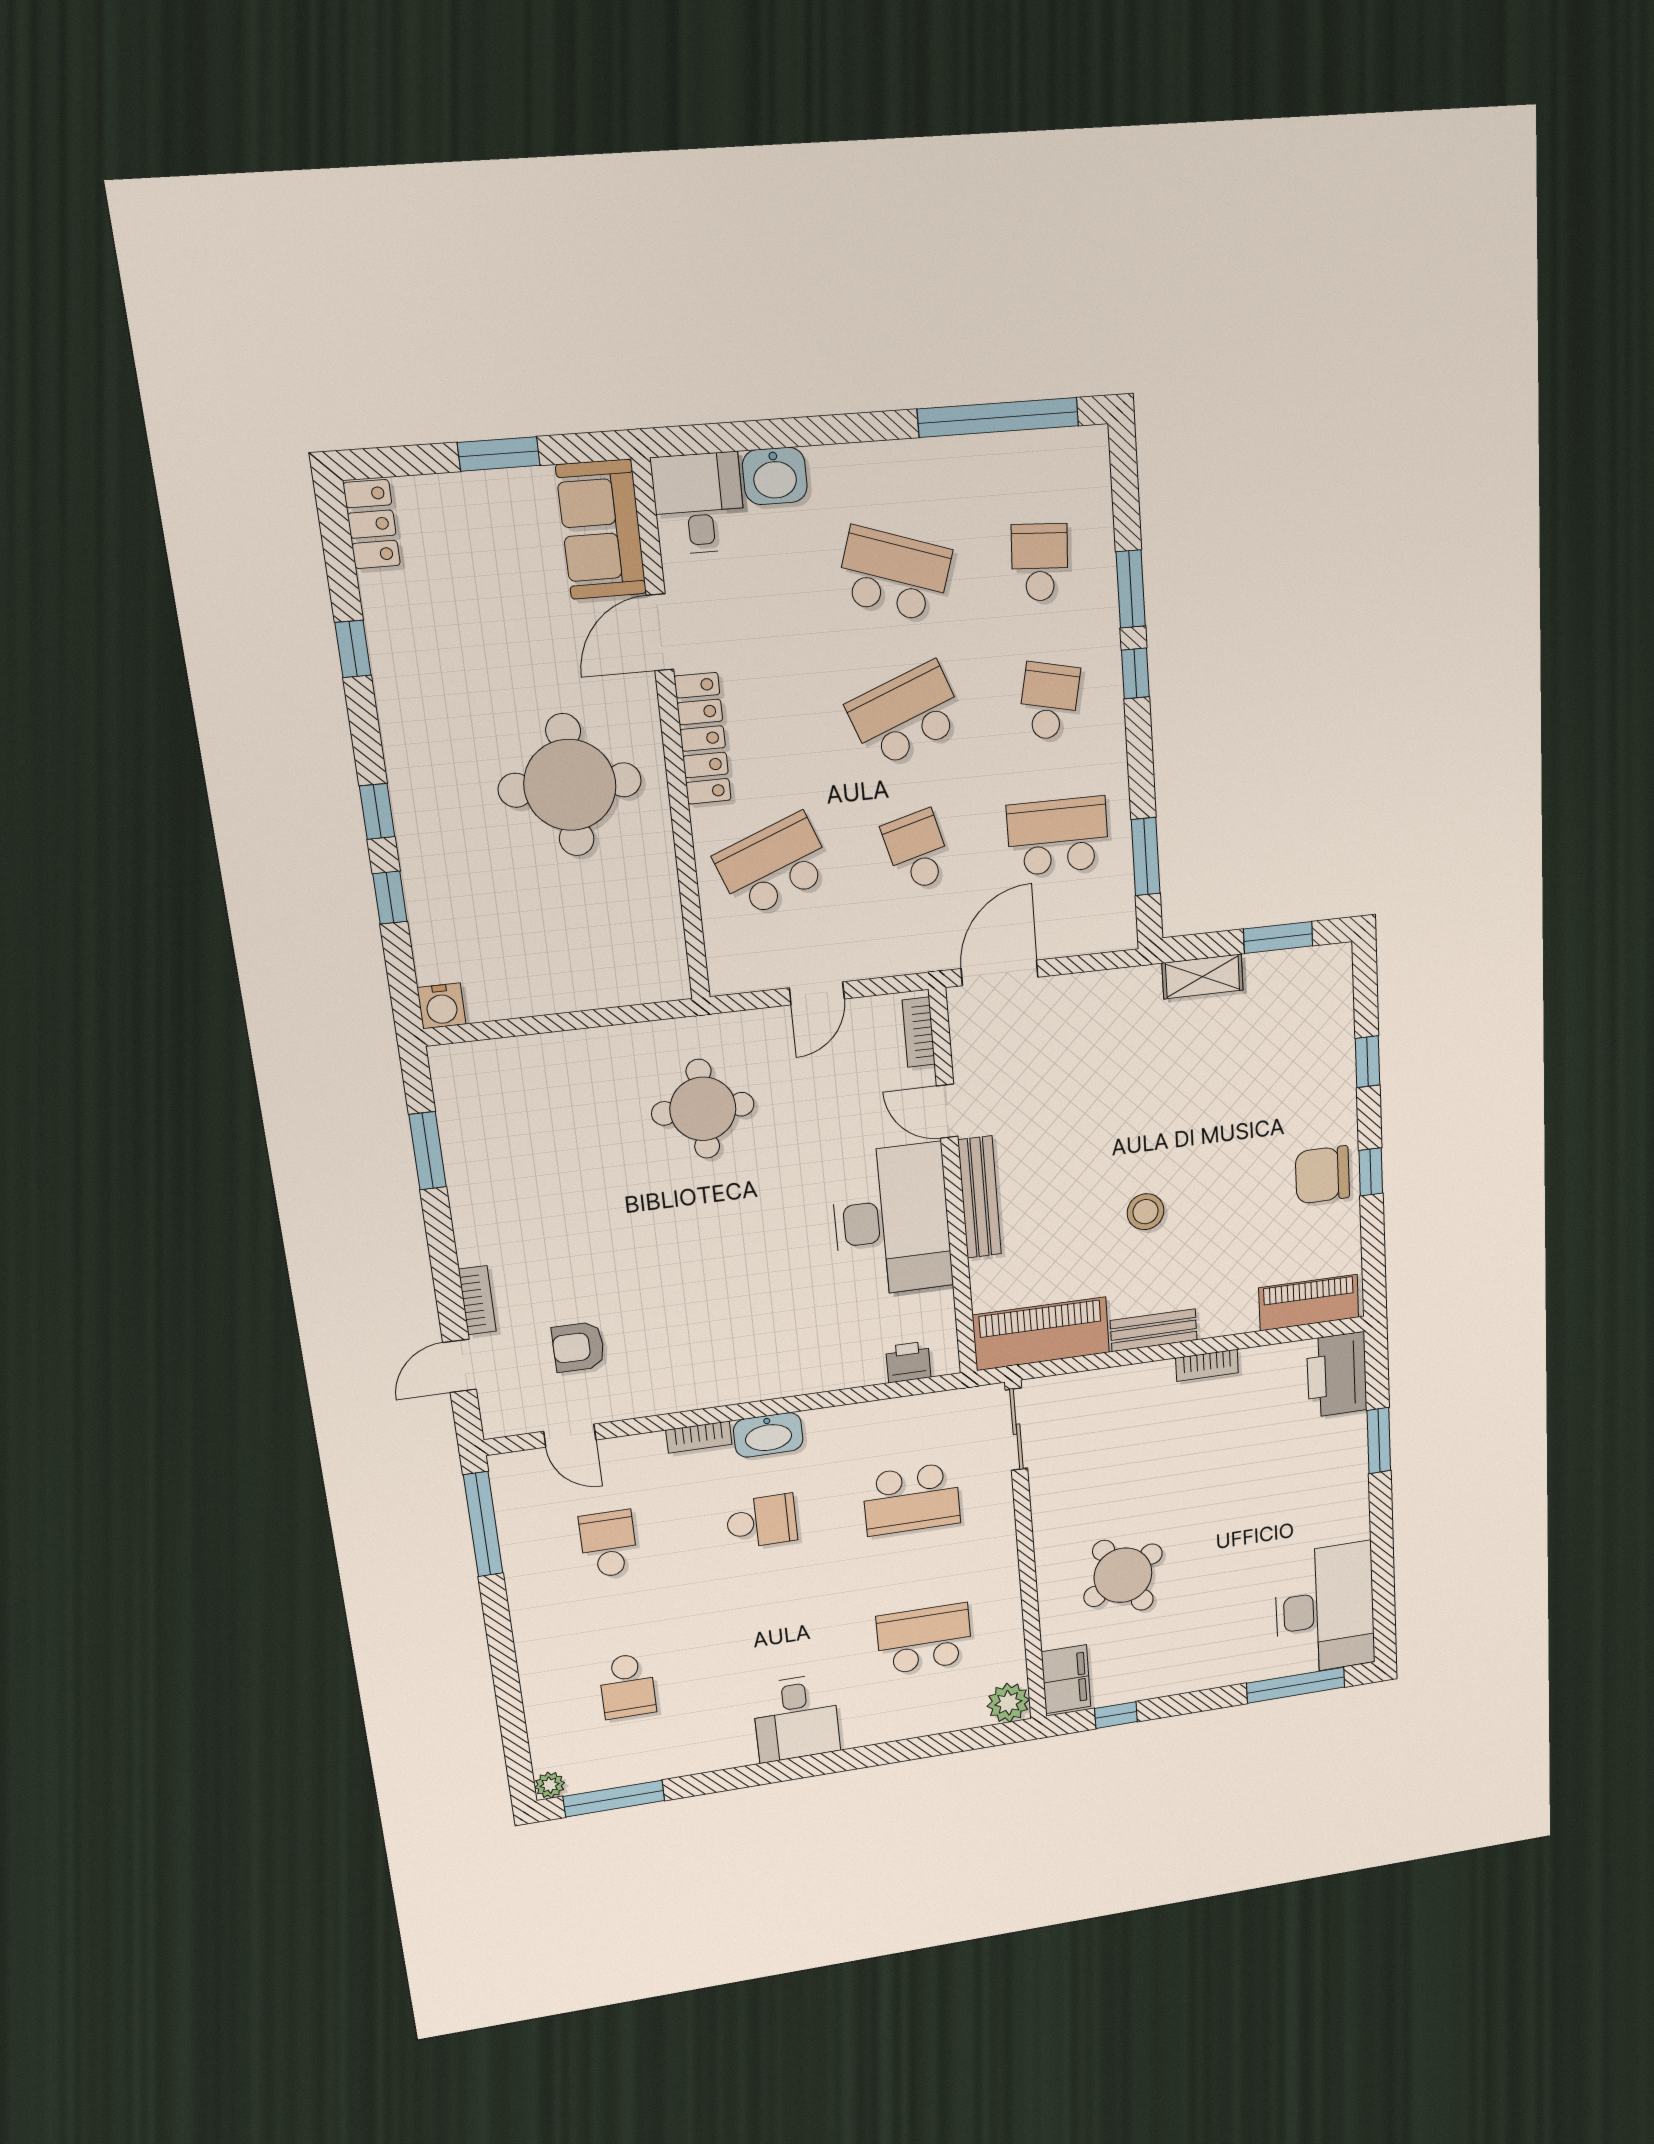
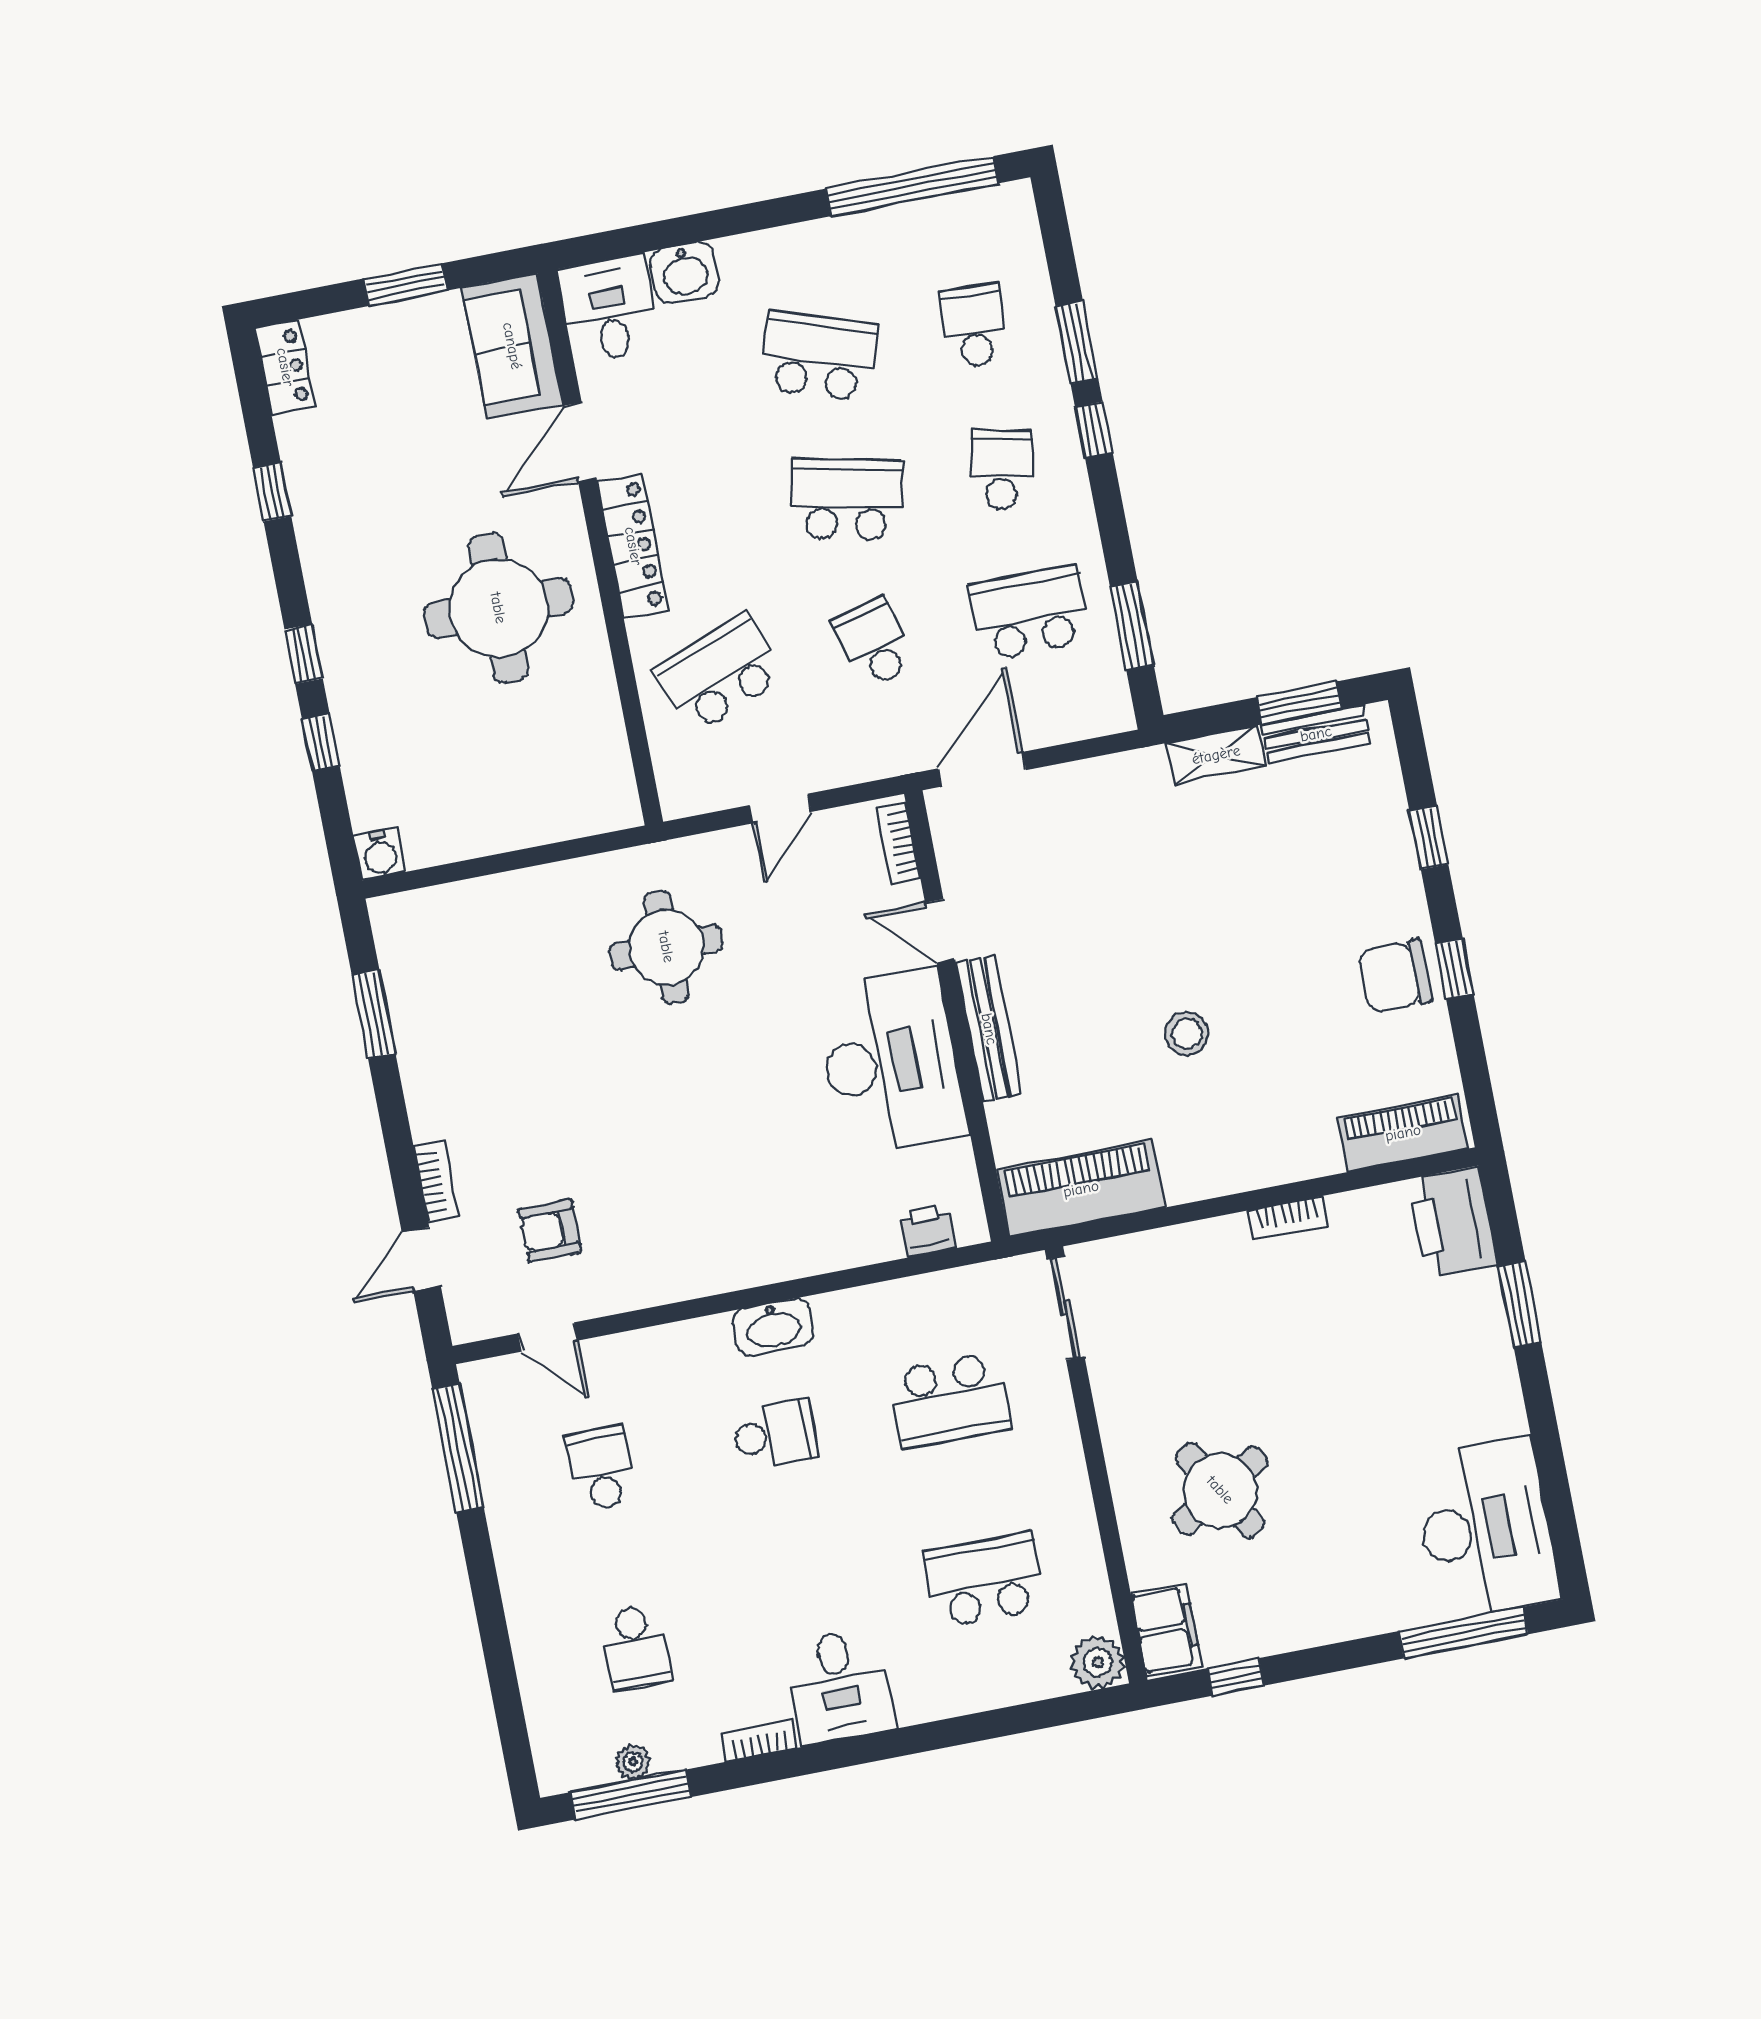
school desk: (906, 715) -> (847, 500), turned 33
bench: (1154, 1330) -> (1316, 734), moved
bookcase: (699, 1437) -> (759, 1741), moved, turned 180
plant: (550, 1785) -> (633, 1762), moved

